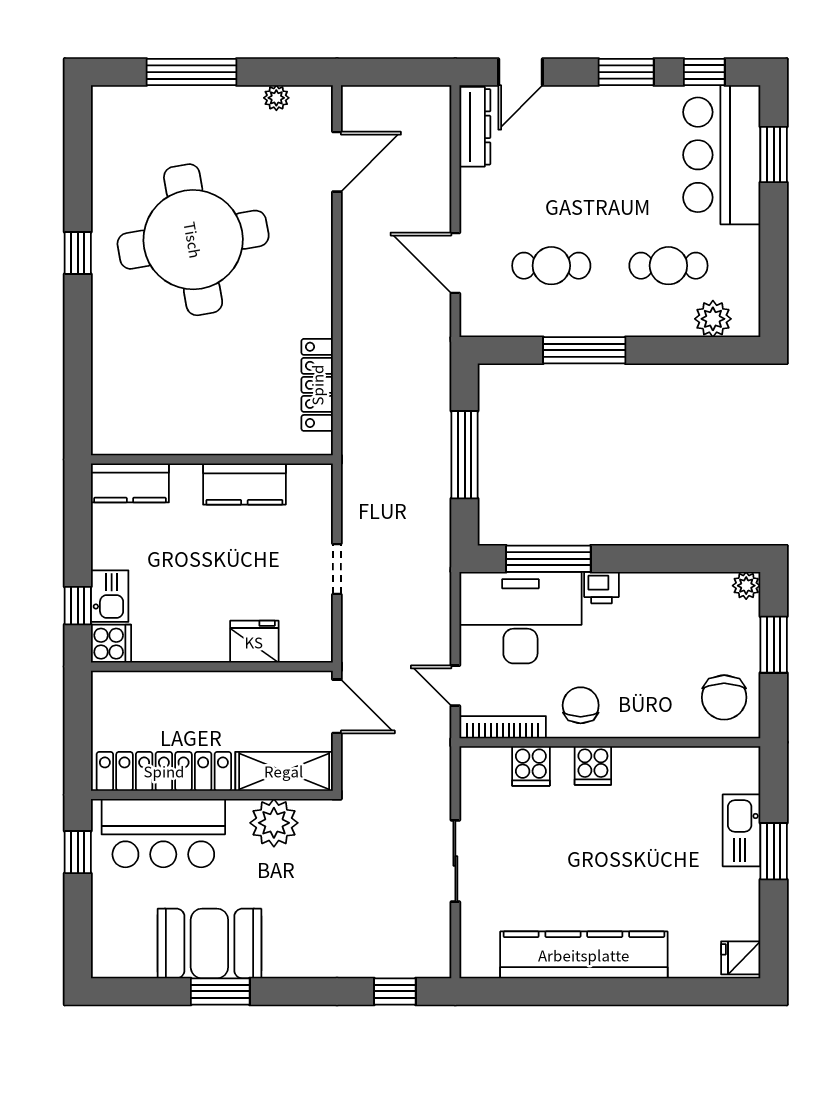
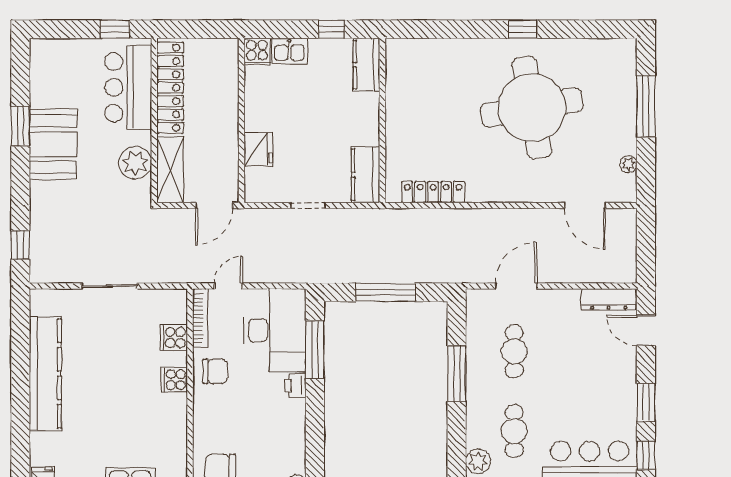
kitchen counter: (244, 484) -> (366, 175), moved
window: (78, 606) -> (332, 29), moved
booth: (209, 943) -> (53, 144), moved

